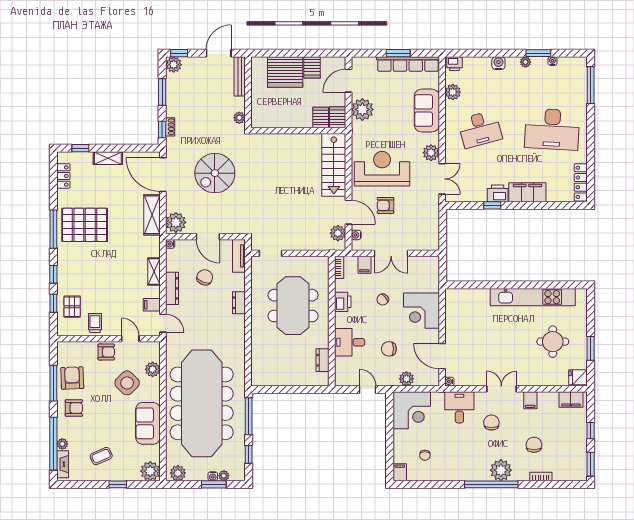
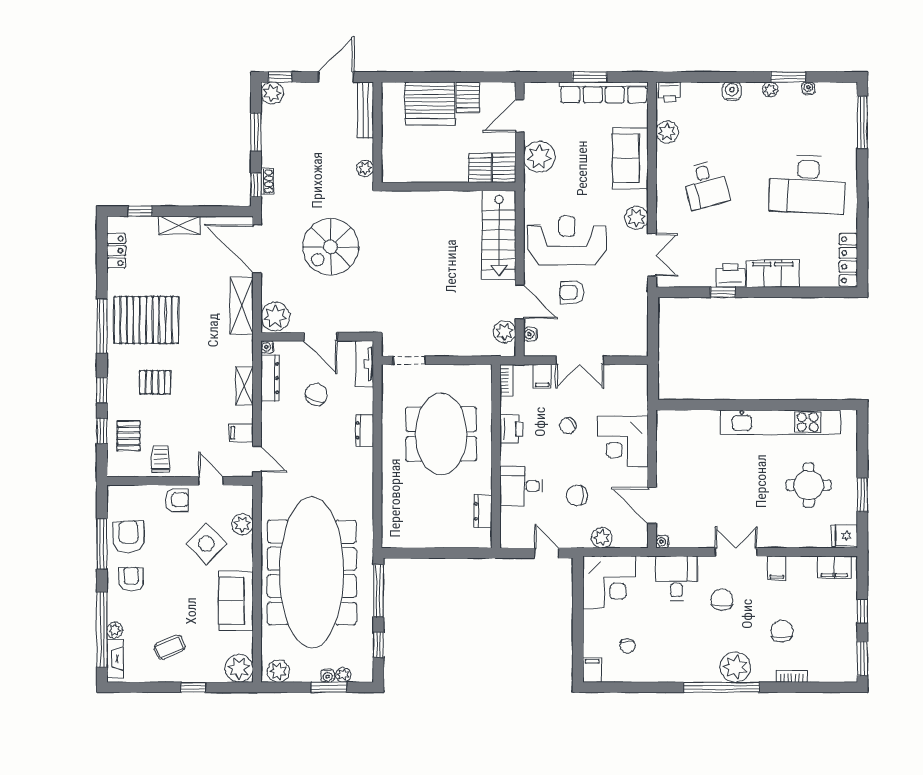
desk: (480, 129) -> (706, 185), width x0.73
pallet: (91, 269) -> (155, 382), added
dresser: (172, 288) -> (270, 378), moved
armchair: (74, 408) -> (131, 579), turned -90

